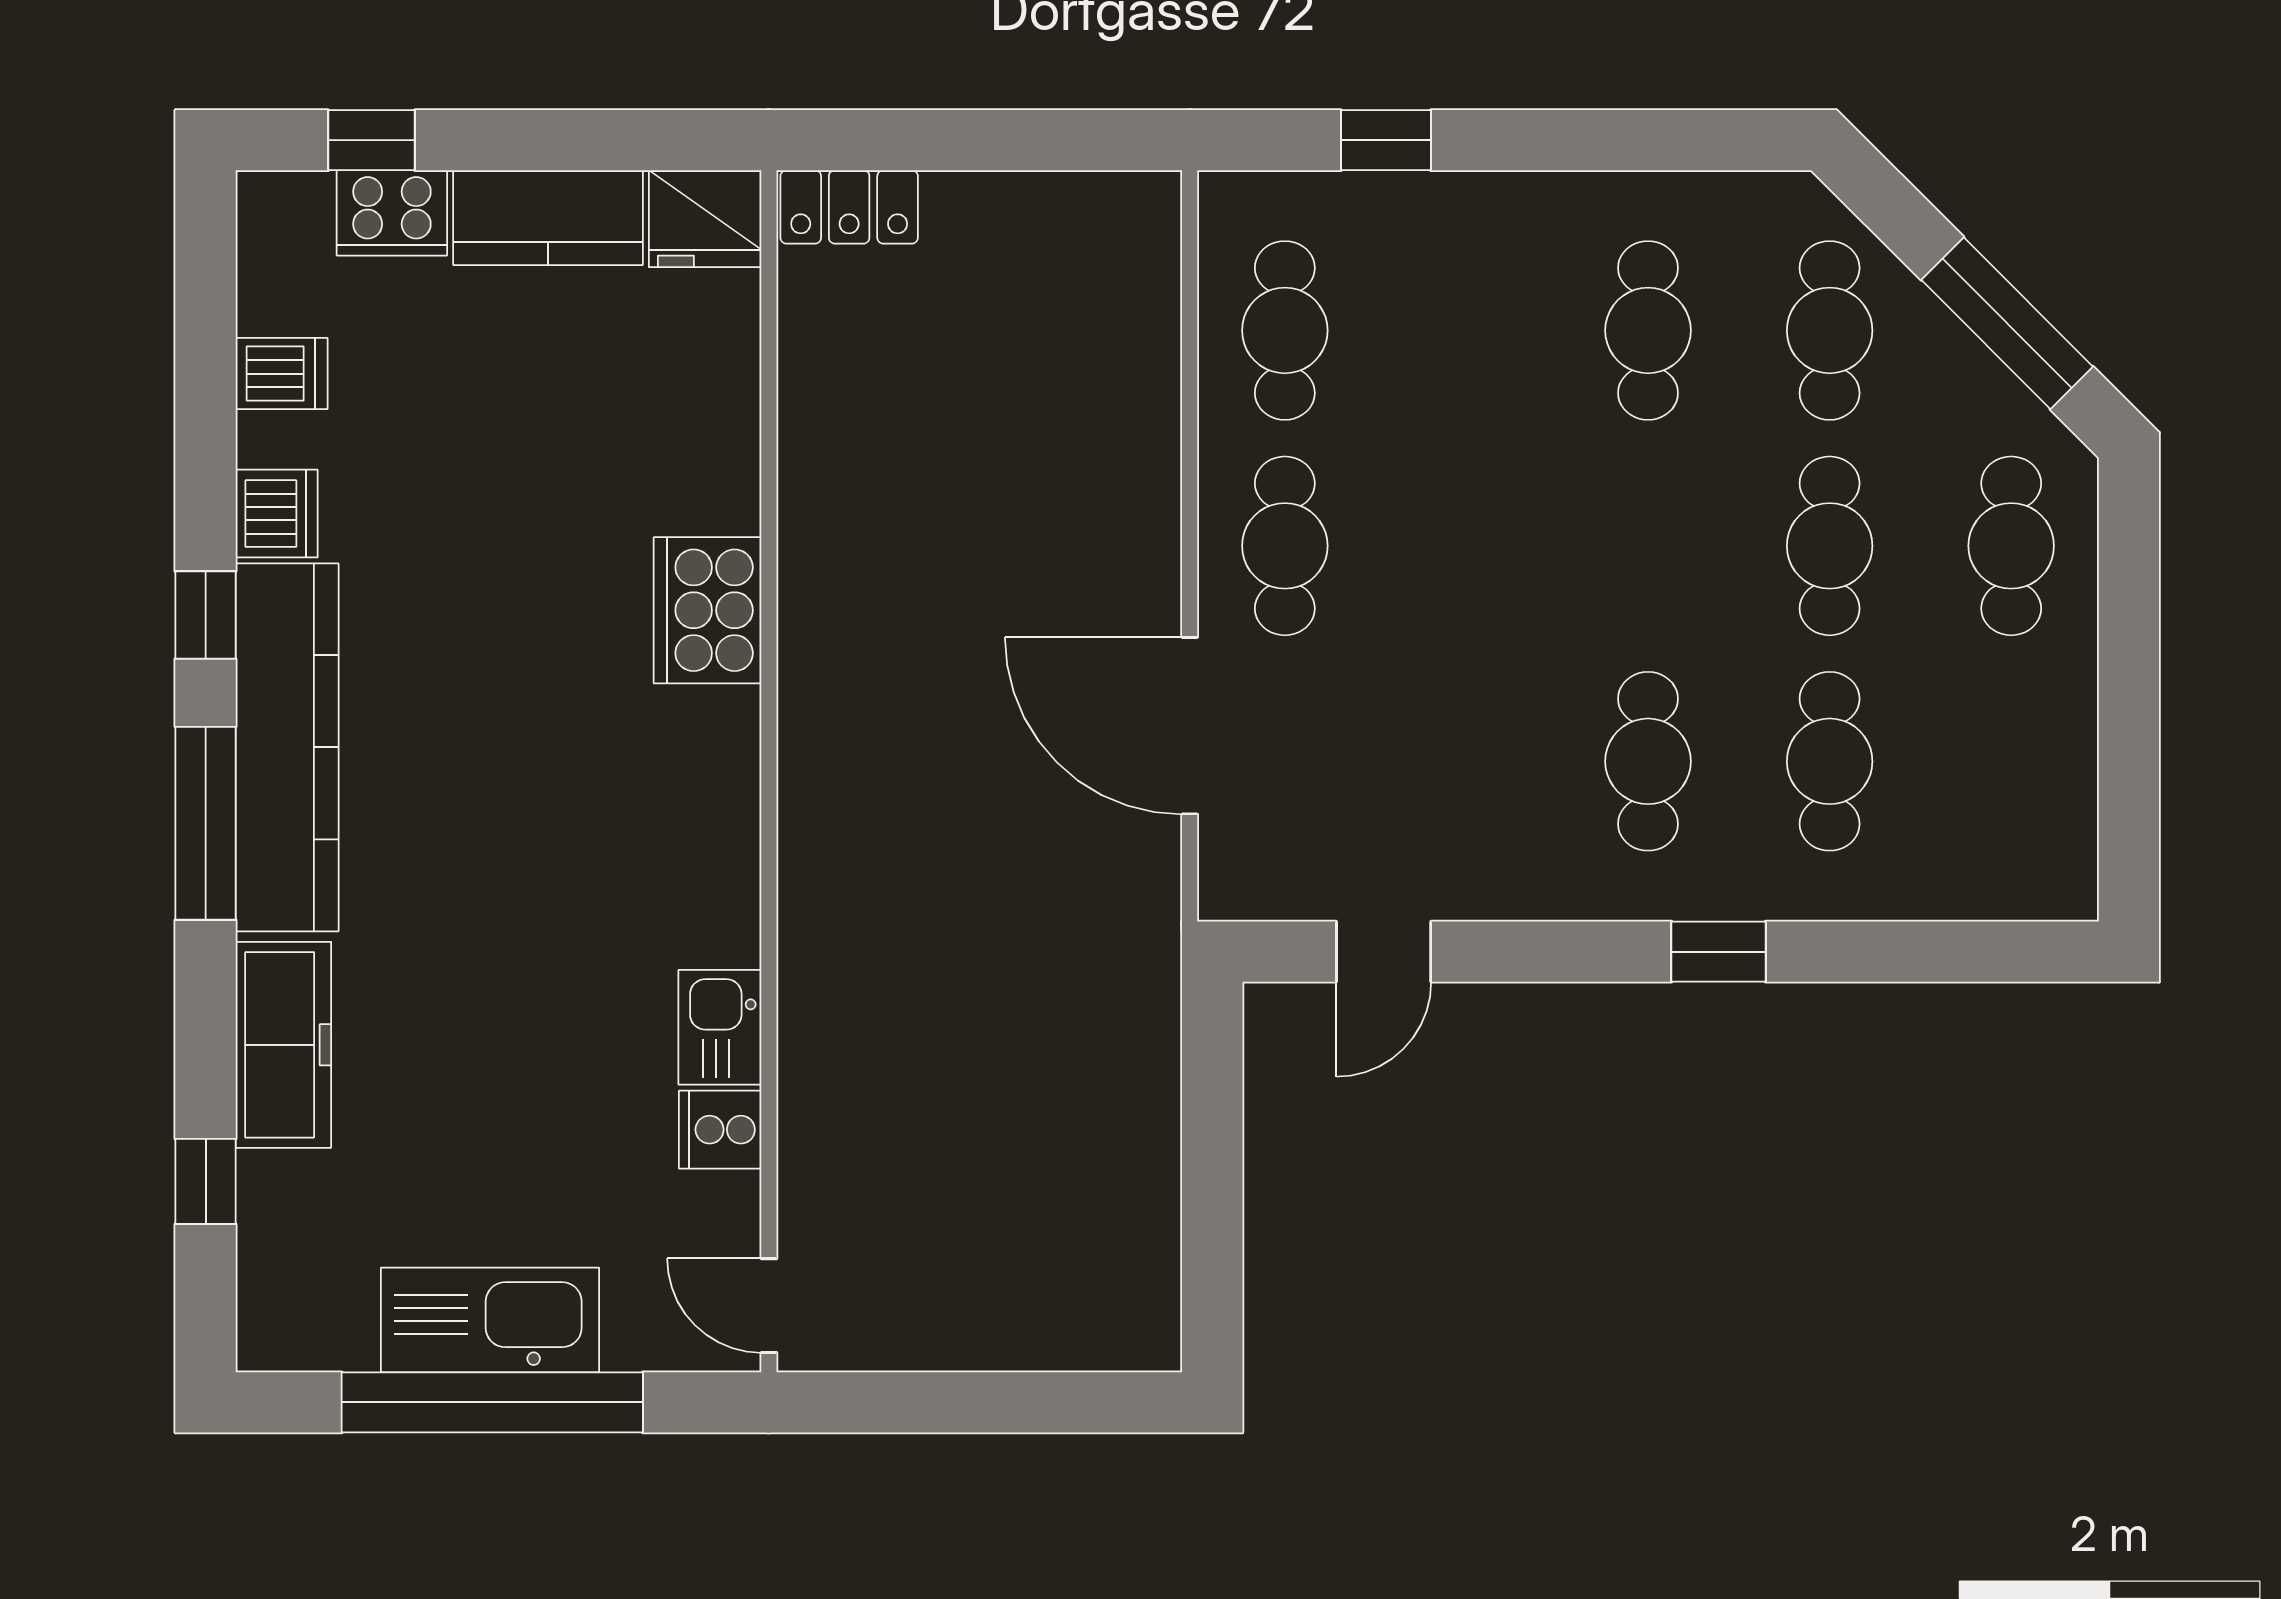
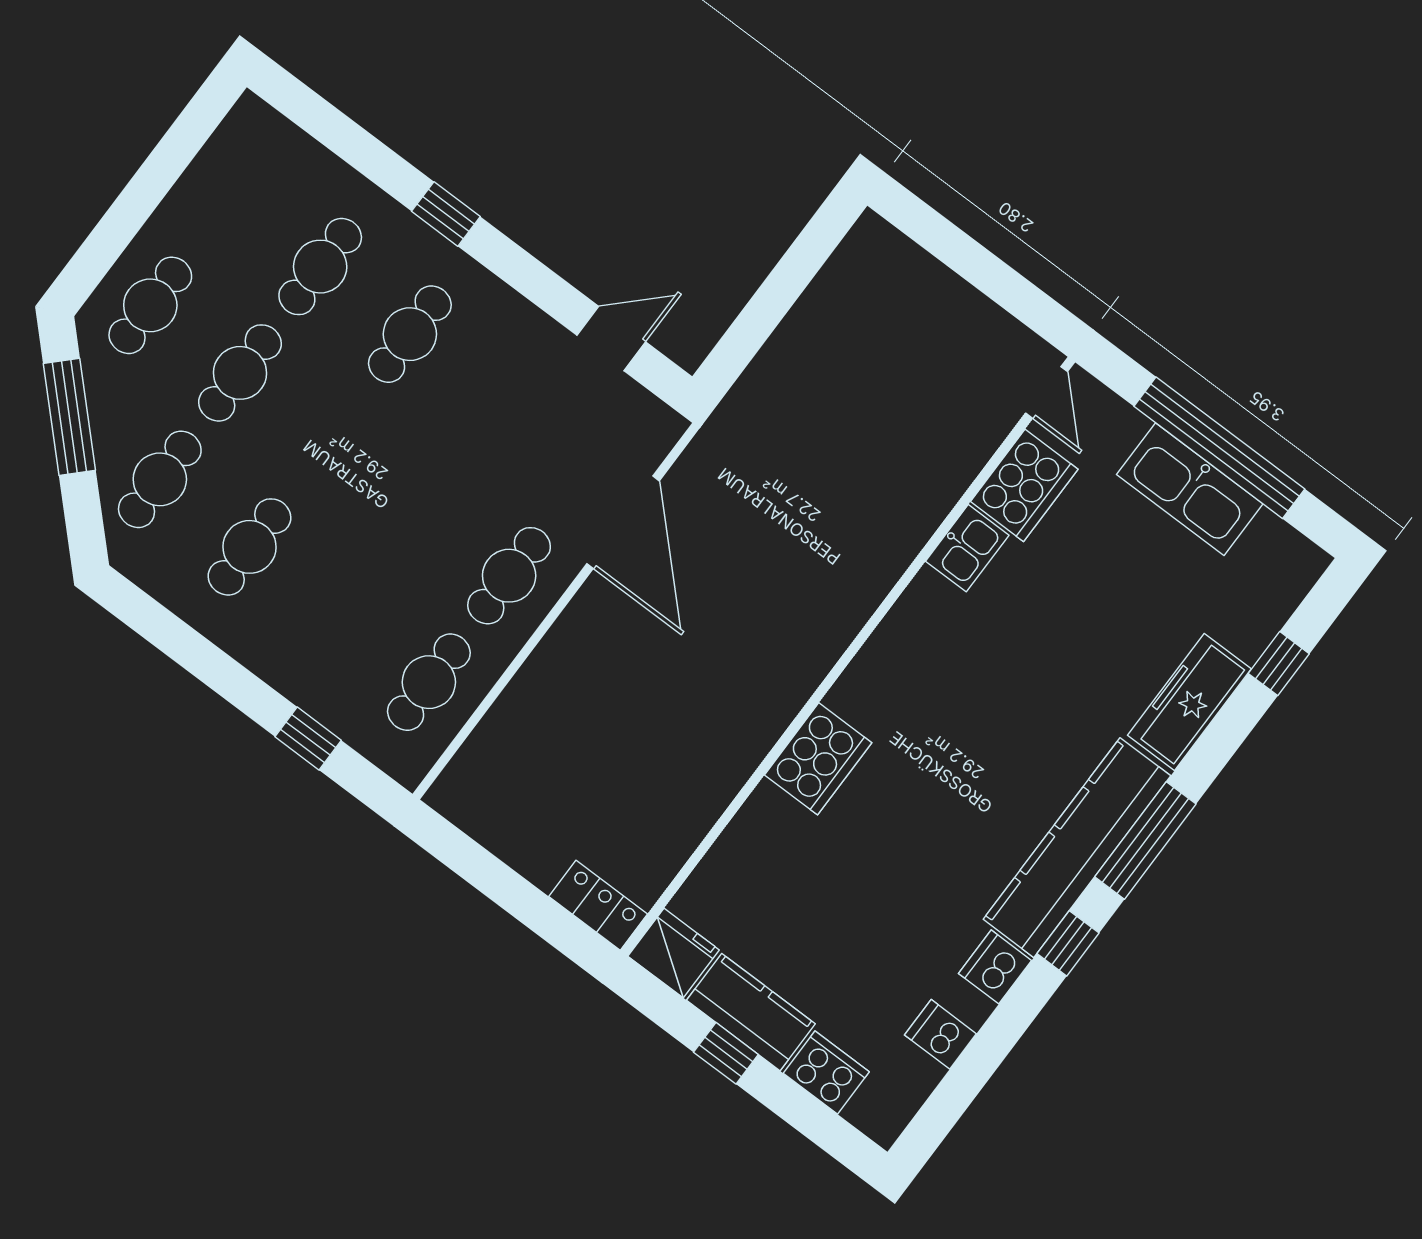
window: (371, 140) -> (726, 1053), moved
cooker: (720, 1130) -> (1024, 485), width x1.87, depth x1.31

